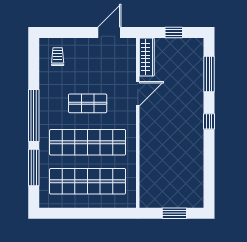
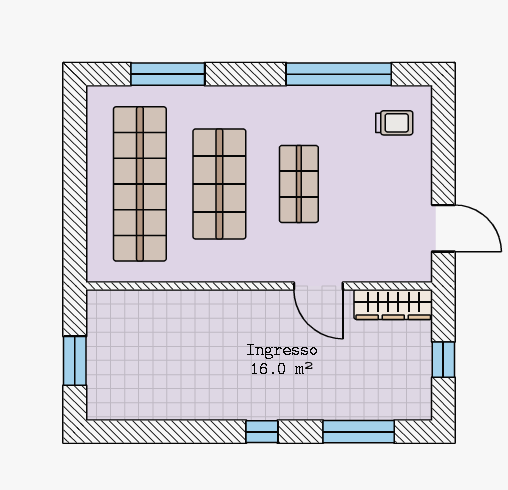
window: (34, 115) -> (339, 74), moved
shop shelf: (88, 142) -> (219, 184), width x0.71

